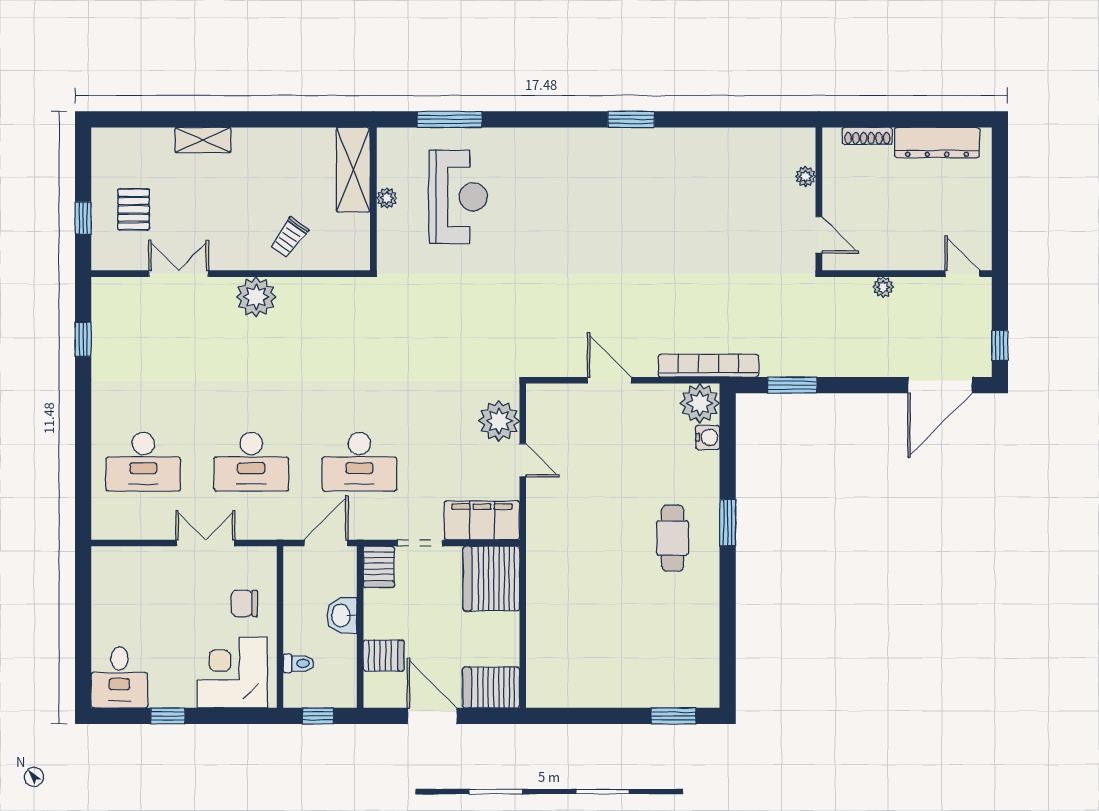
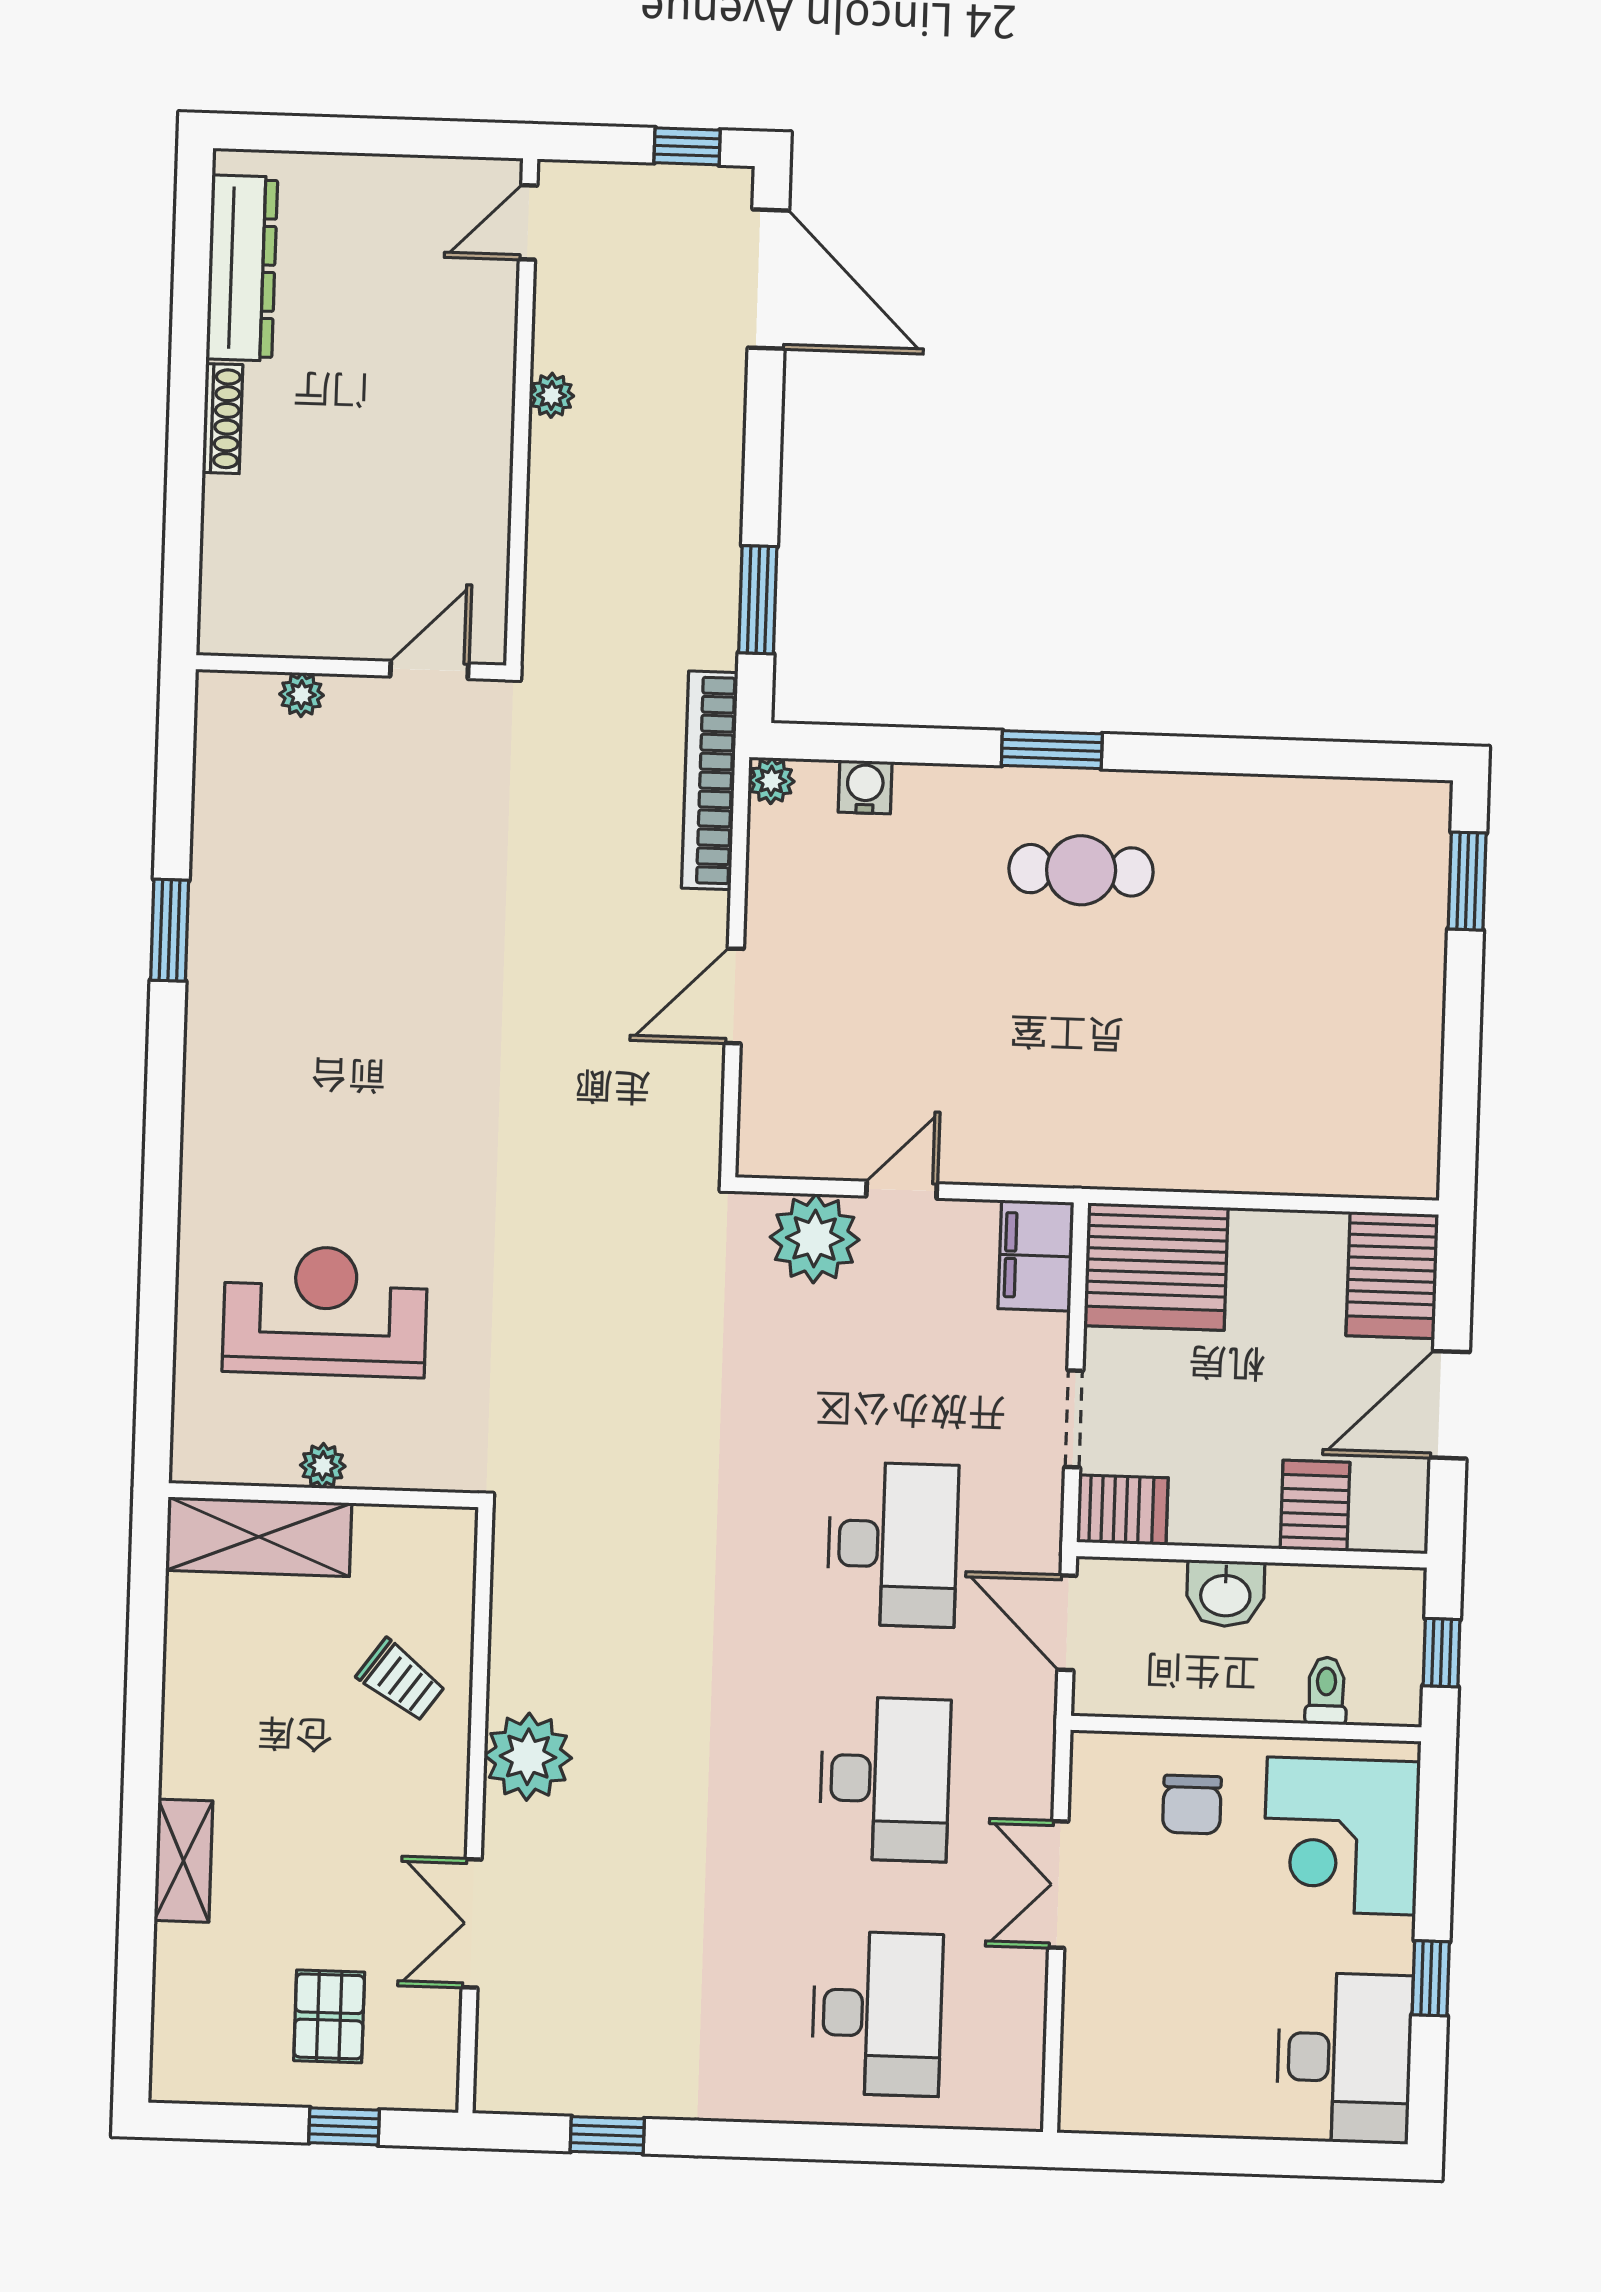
window: (450, 119) -> (157, 1324), removed
plant: (806, 177) -> (302, 695), moved
wall: (819, 199) -> (351, 667), moved
pallet: (134, 209) -> (329, 2016), turned 90
door: (819, 235) -> (429, 670), moved
plant: (700, 403) -> (771, 781), width x0.53, depth x0.53
filing cabinet: (482, 520) -> (1036, 1256), width x0.67, depth x0.86
desk: (119, 677) -> (1344, 2058), width x1.37

